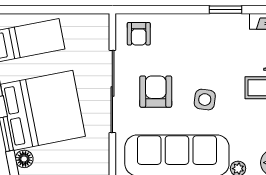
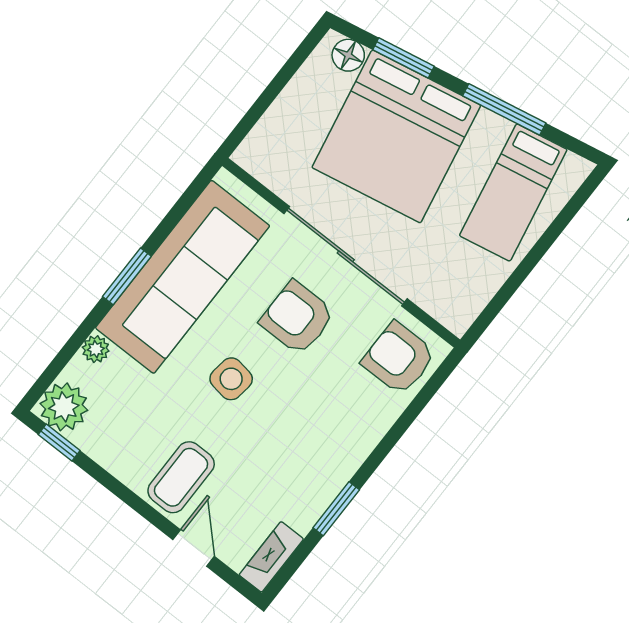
armchair: (139, 34) -> (399, 358), width x1.38, depth x1.38
armchair: (156, 92) -> (297, 318), turned 180

